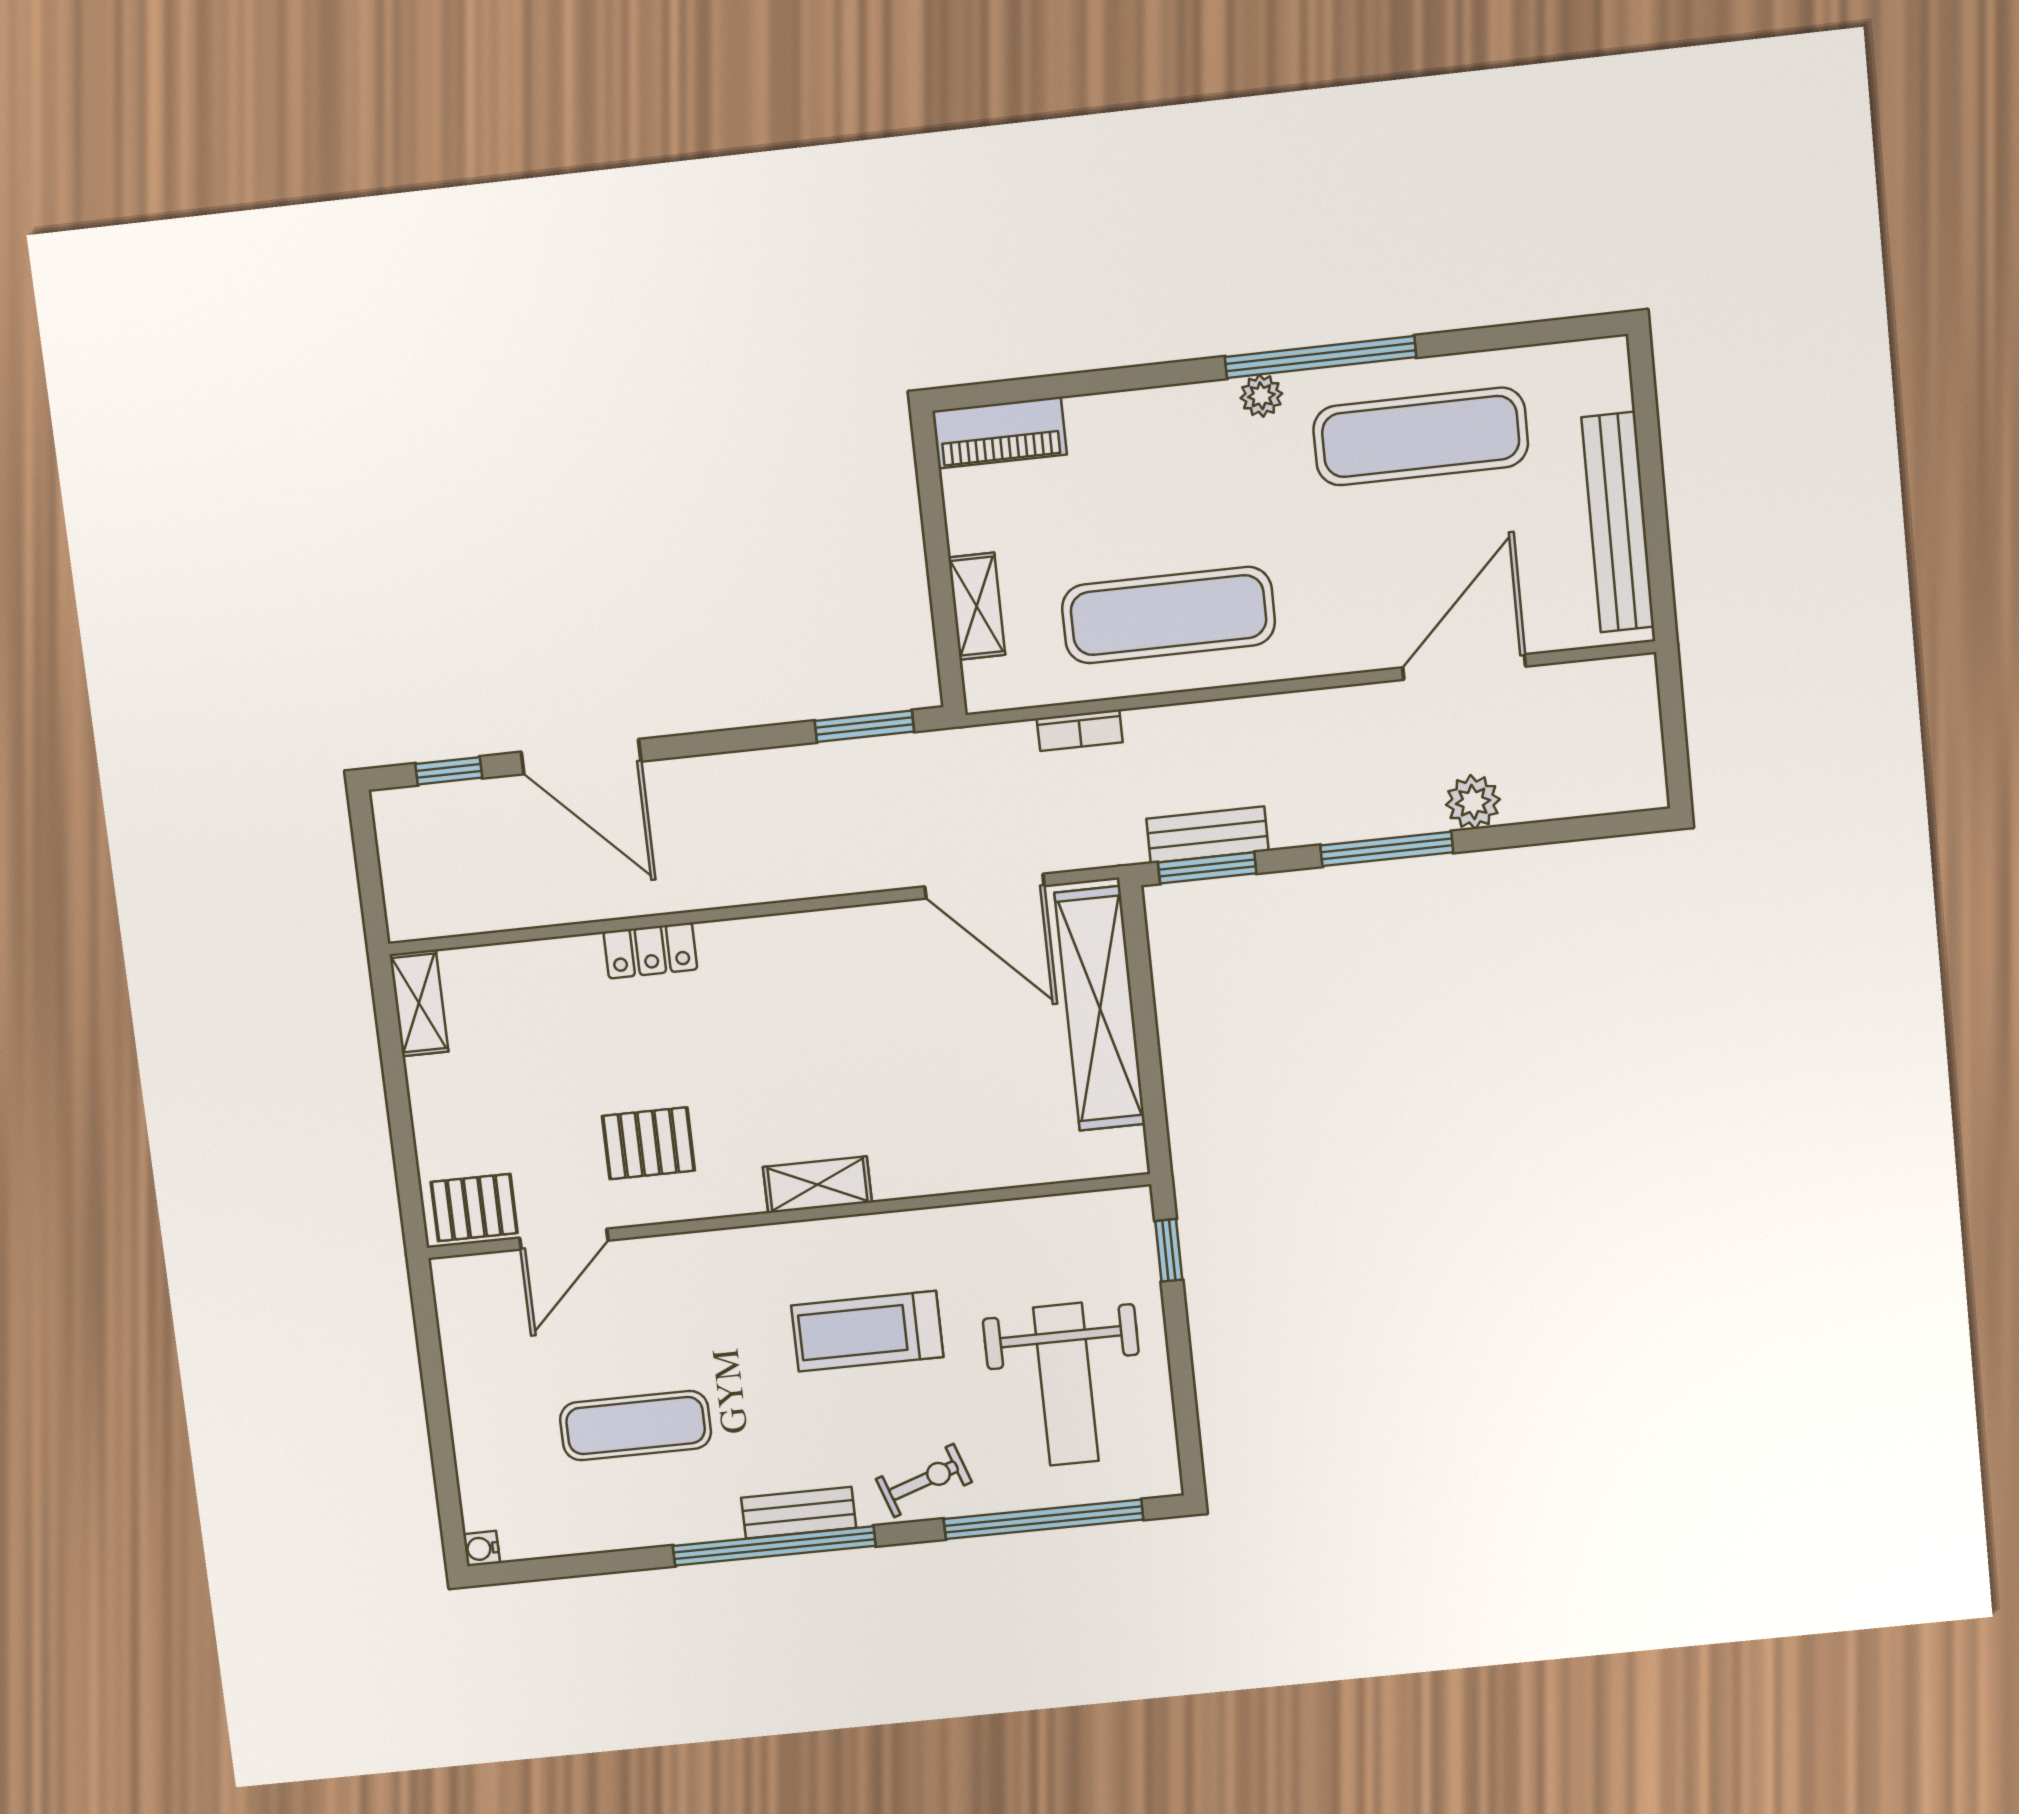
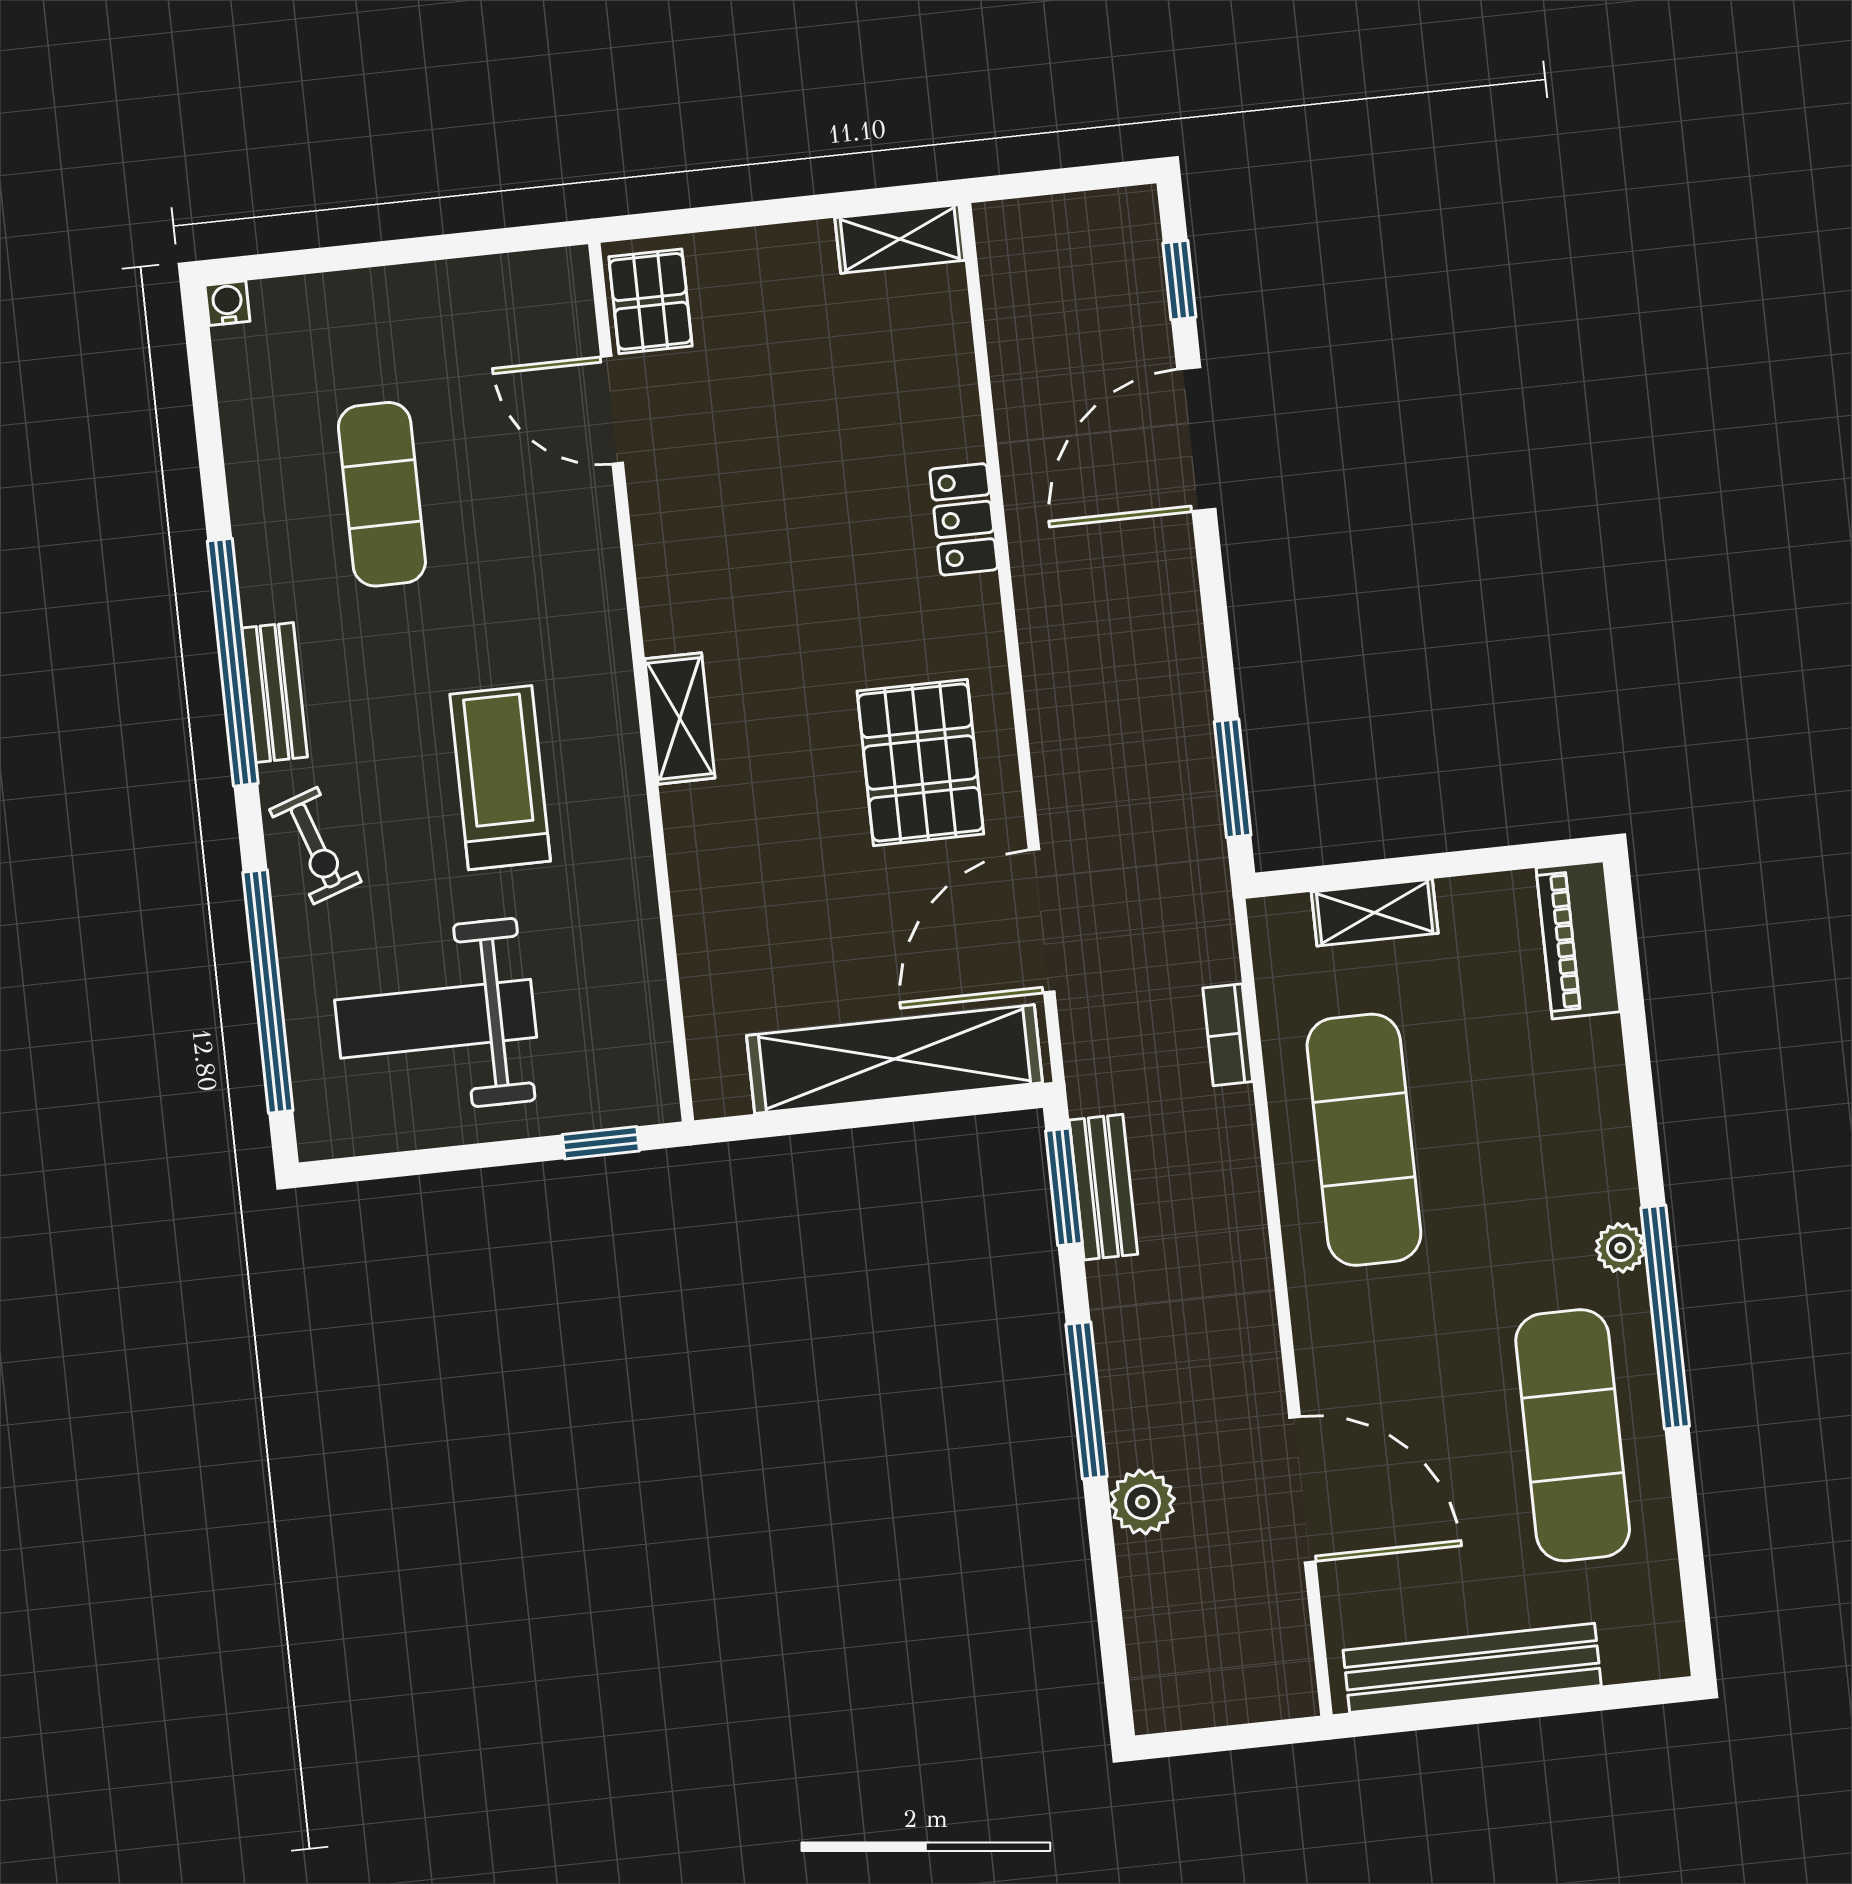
pallet: (648, 1143) -> (920, 762), moved, width x1.50, depth x1.42

